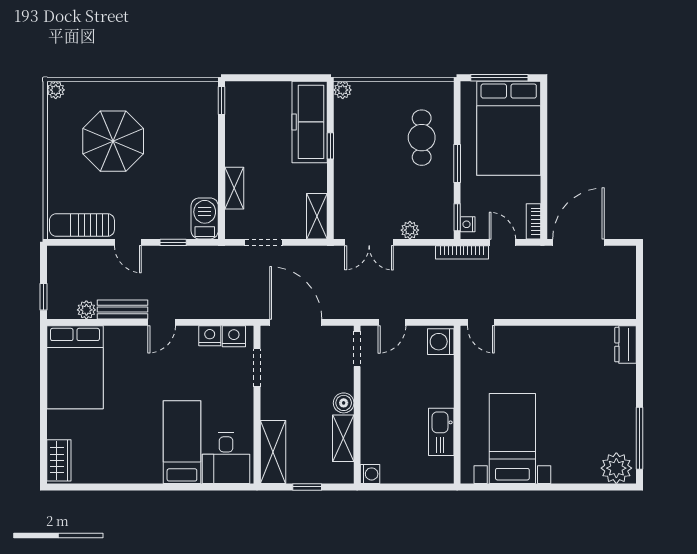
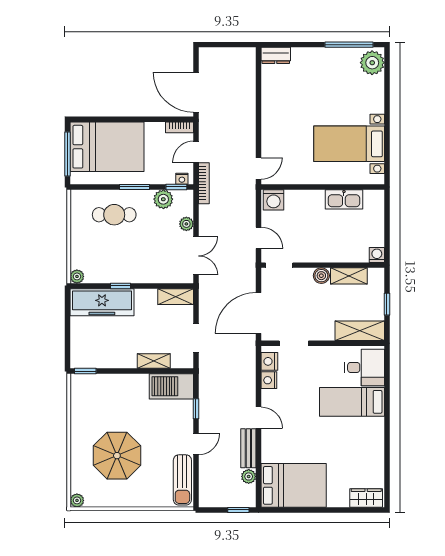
plant: (441, 201) -> (163, 199), added
barbecue: (205, 218) -> (171, 386), width x1.37, depth x1.21

